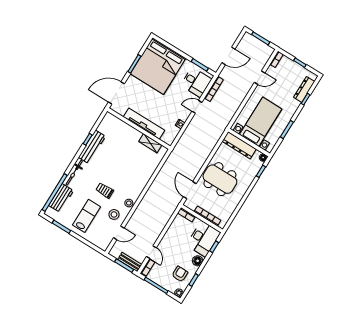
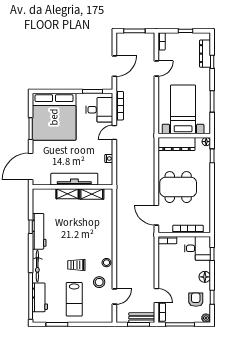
shelving: (132, 132) -> (68, 194), added
lab bench: (87, 216) -> (74, 299), turned 180
desk: (203, 239) -> (197, 248), width x0.73

